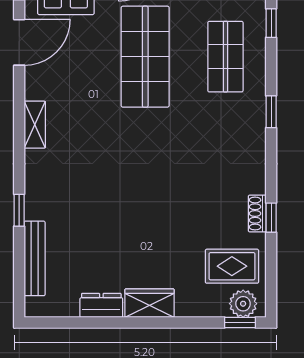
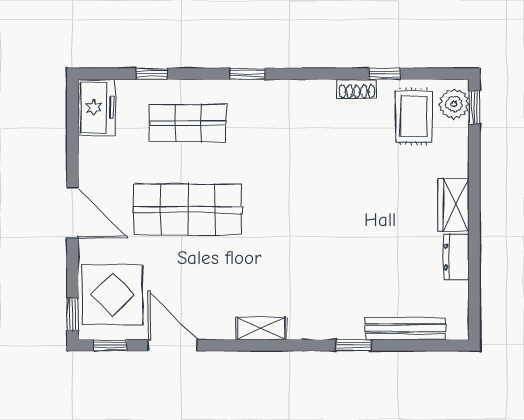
window: (271, 218) -> (384, 74), moved

